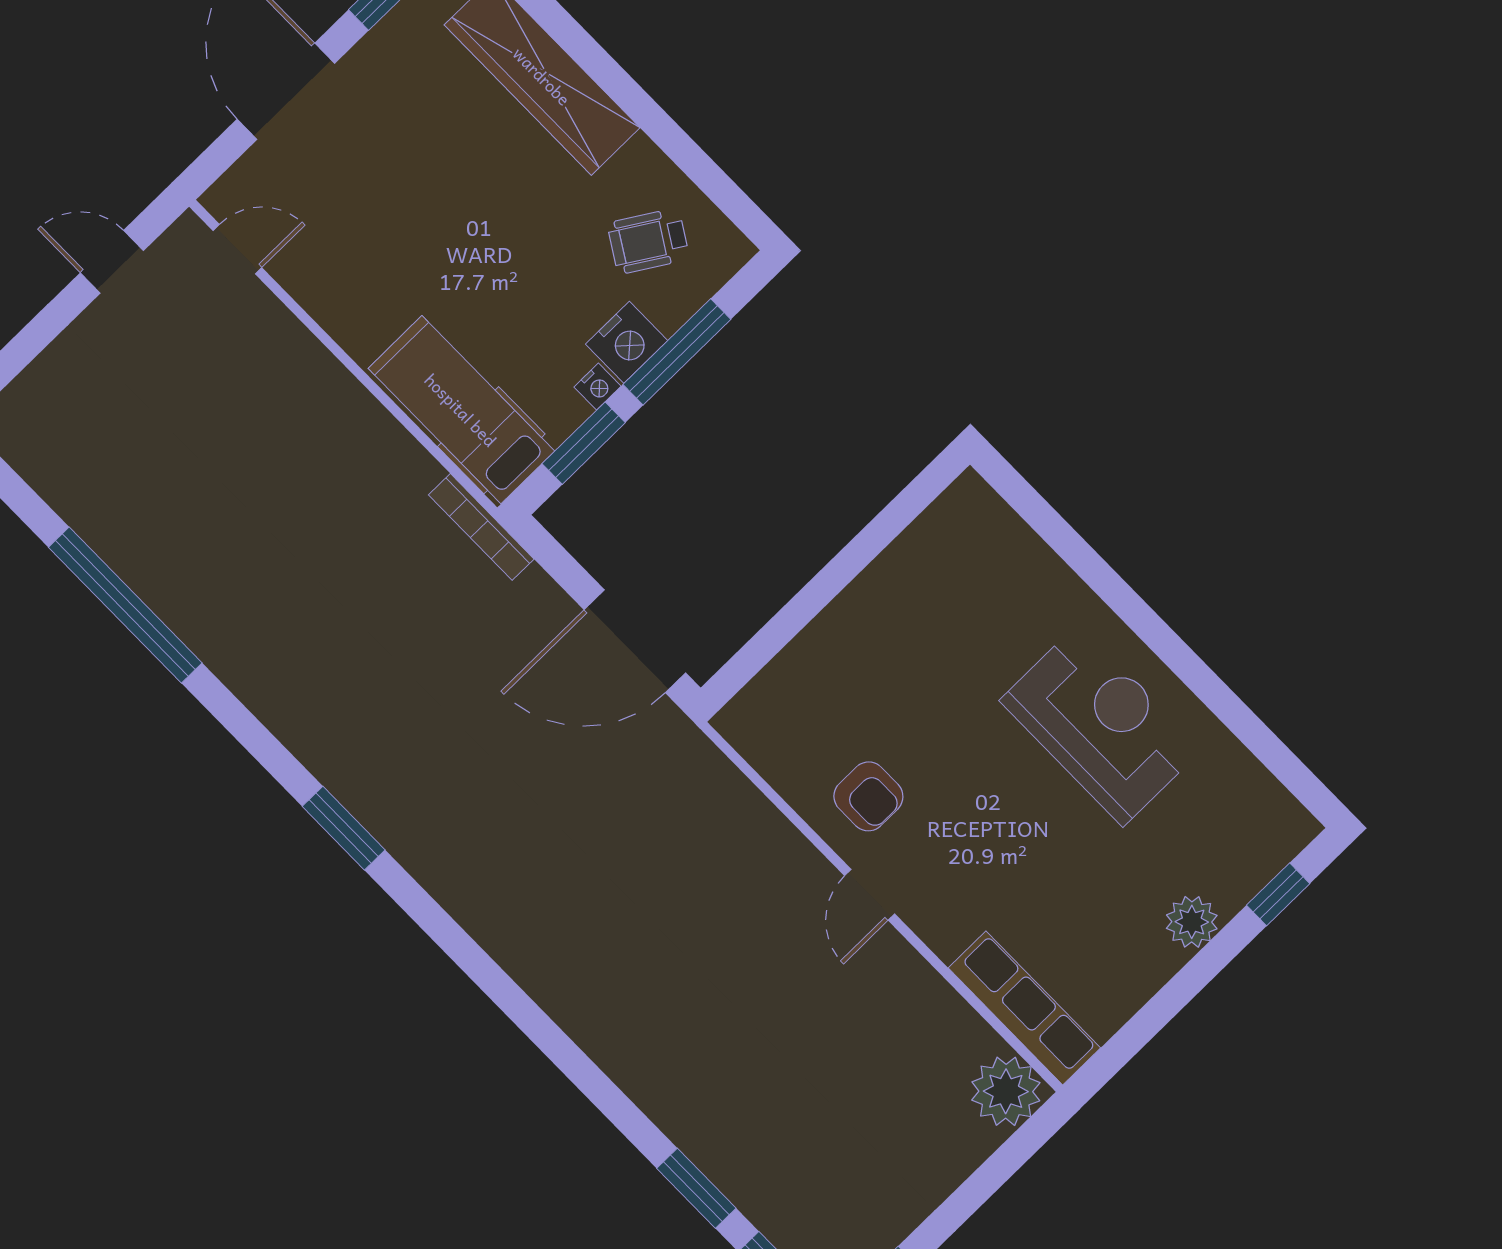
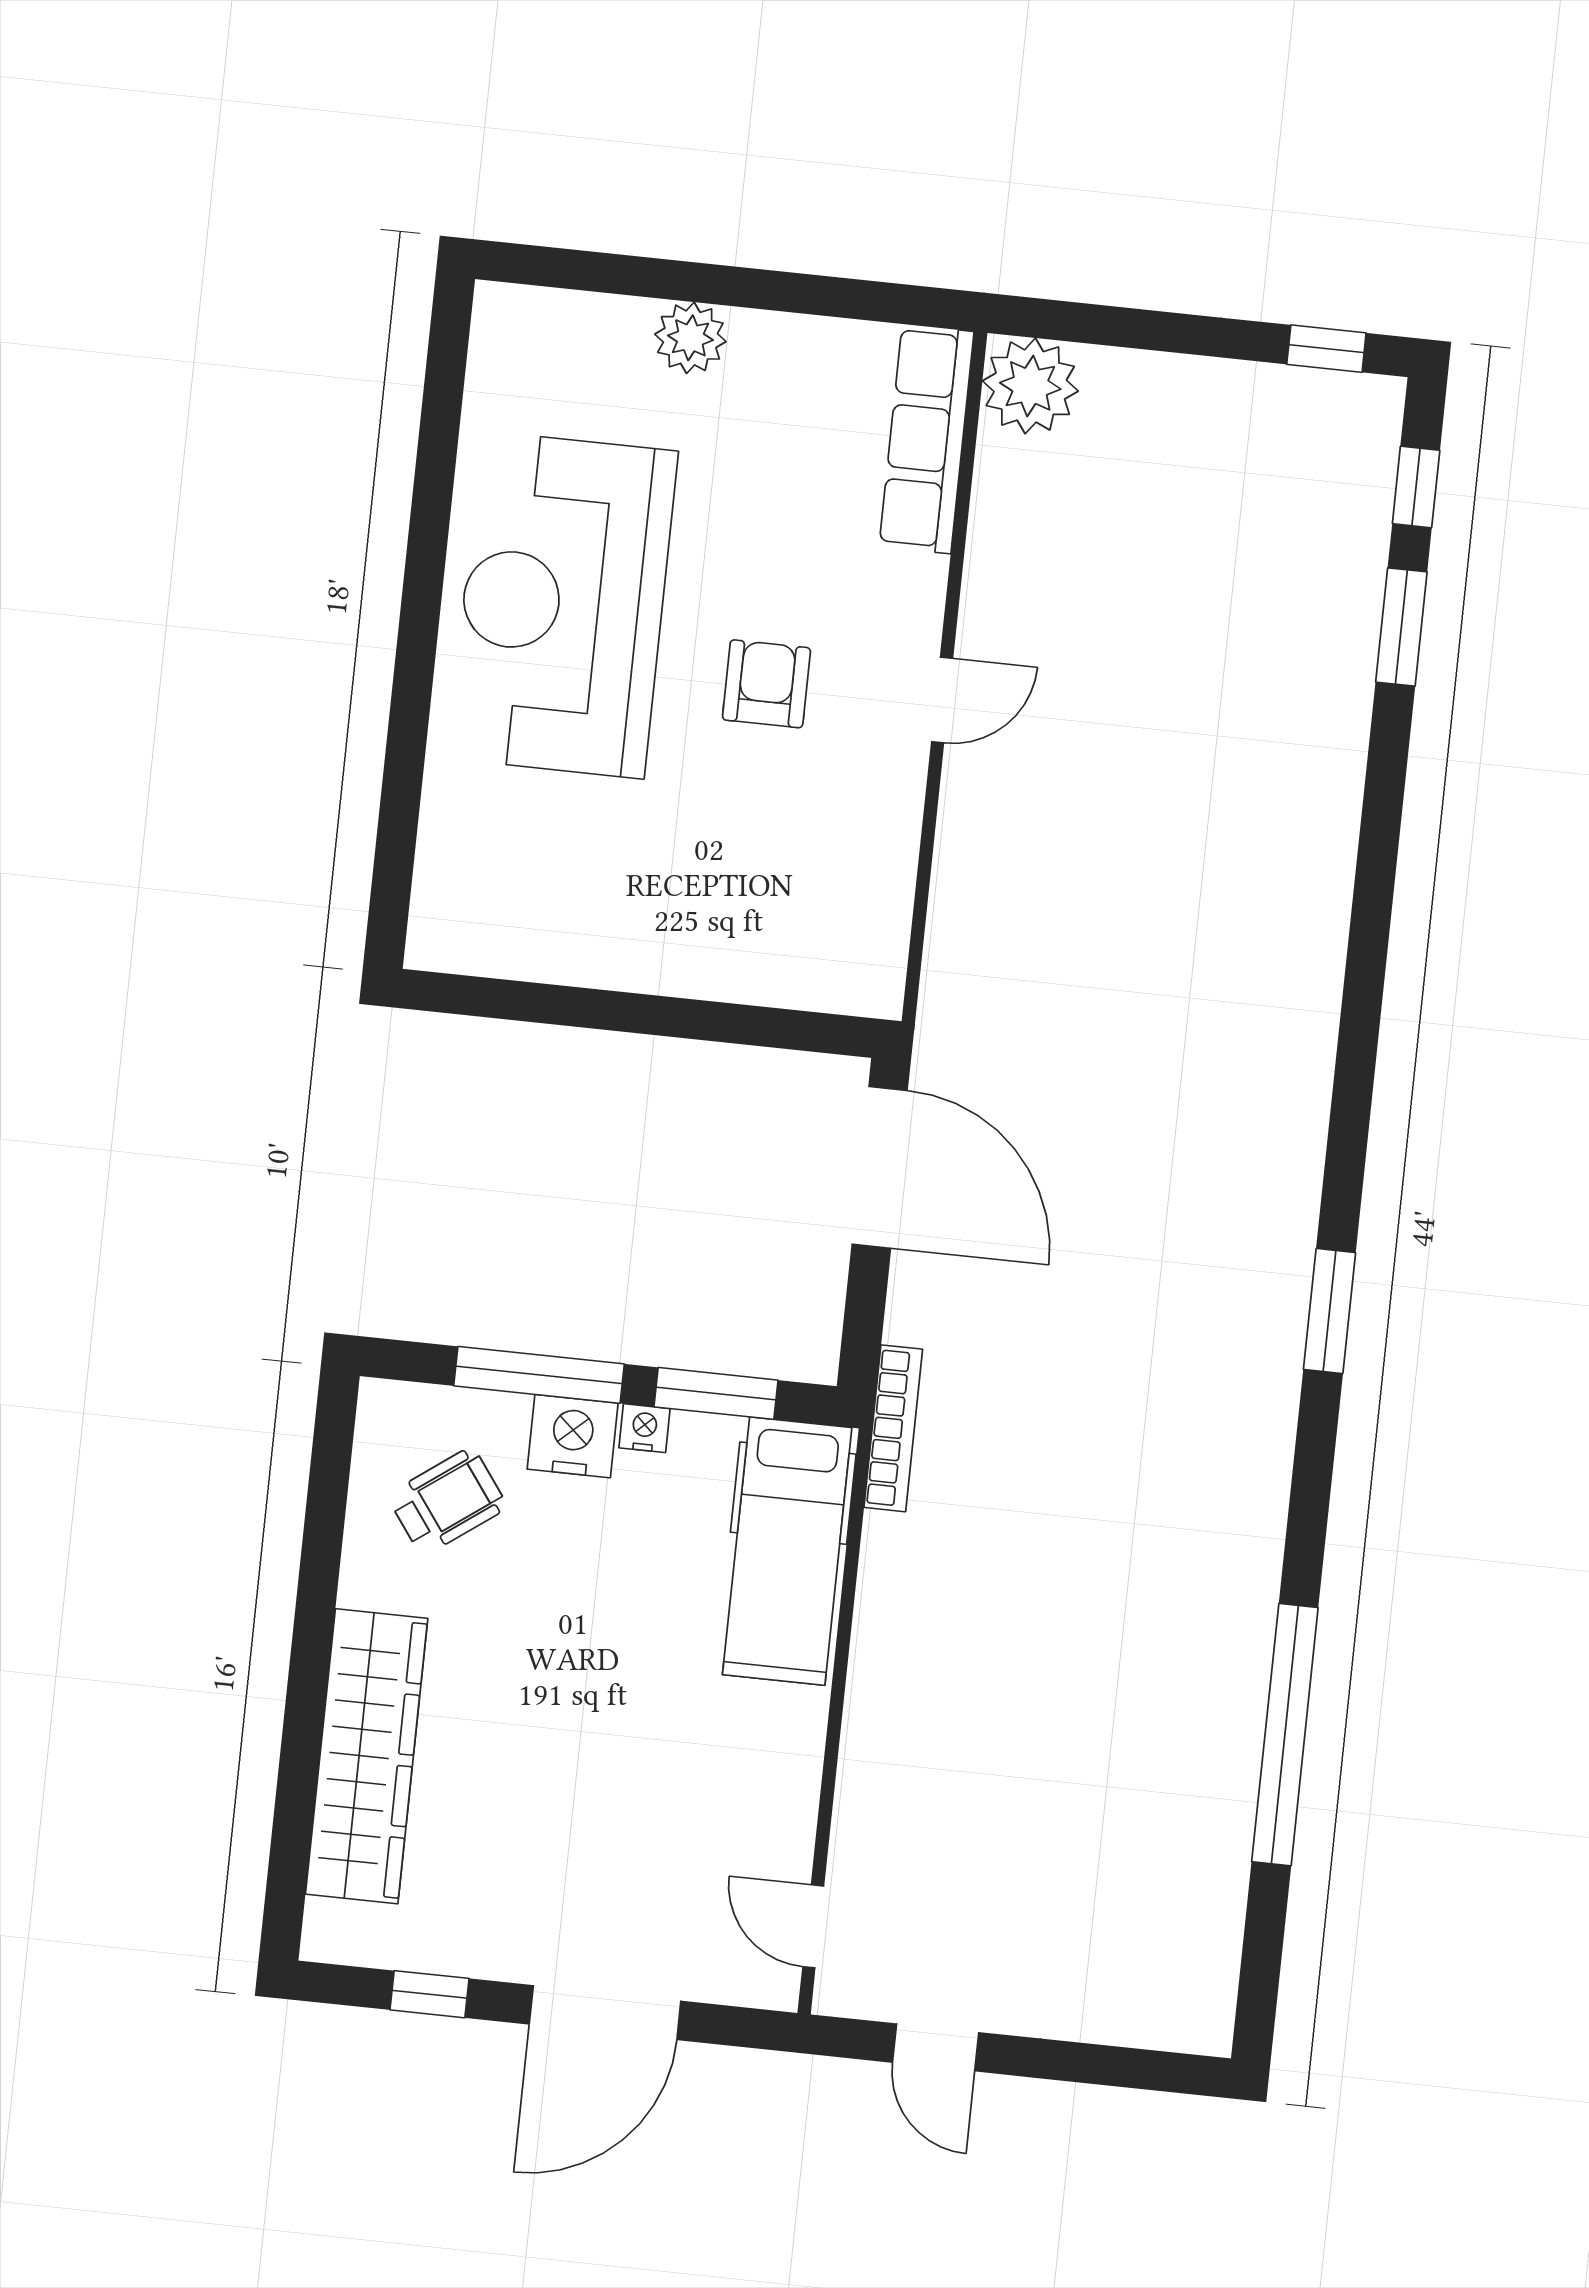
wheelchair: (648, 241) -> (447, 1501), turned -68
reception desk: (1101, 725) -> (563, 605), width x1.36, depth x1.30
armchair: (868, 796) -> (766, 684), moved
window: (1278, 894) -> (586, 271), removed

